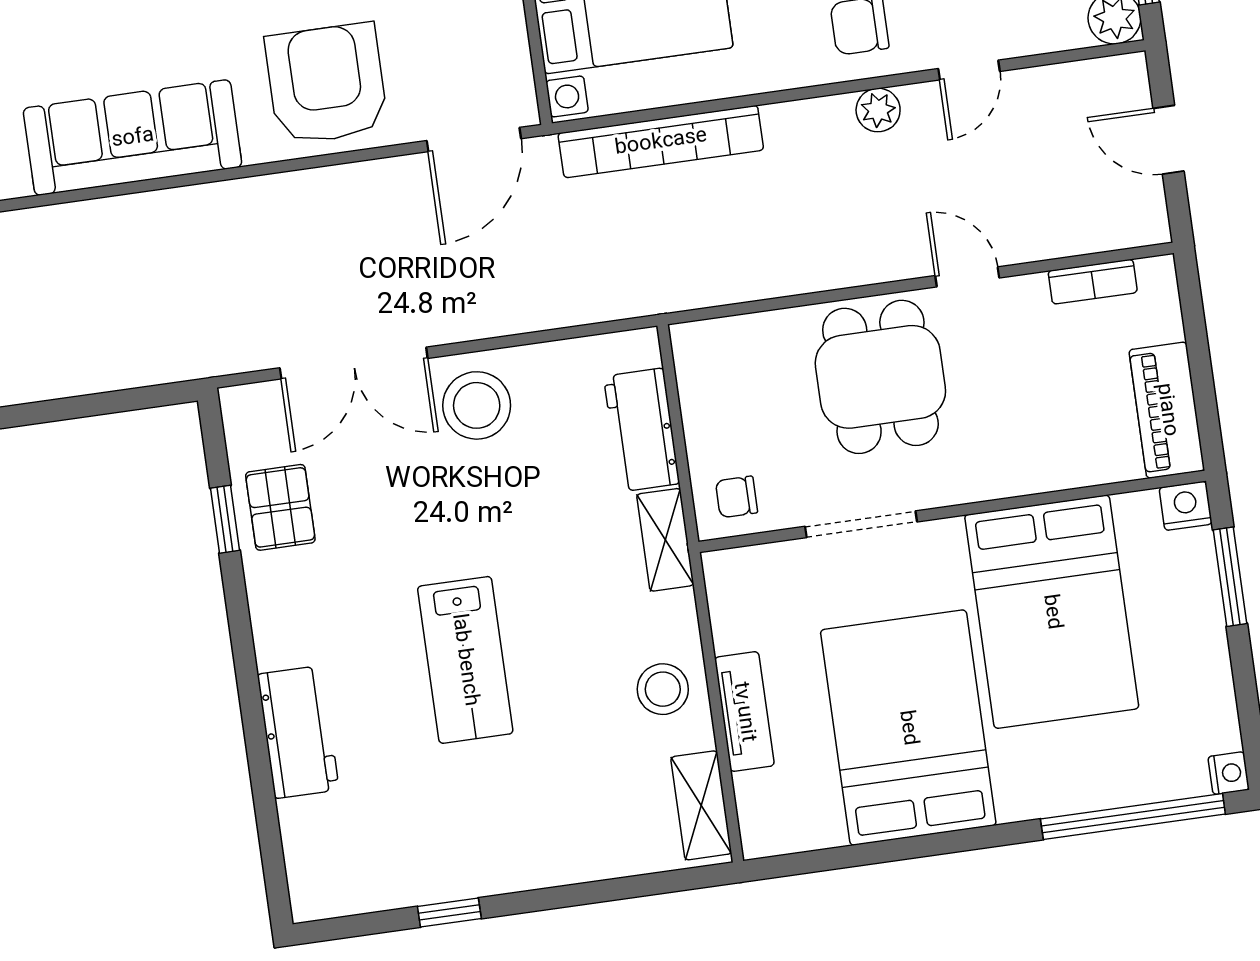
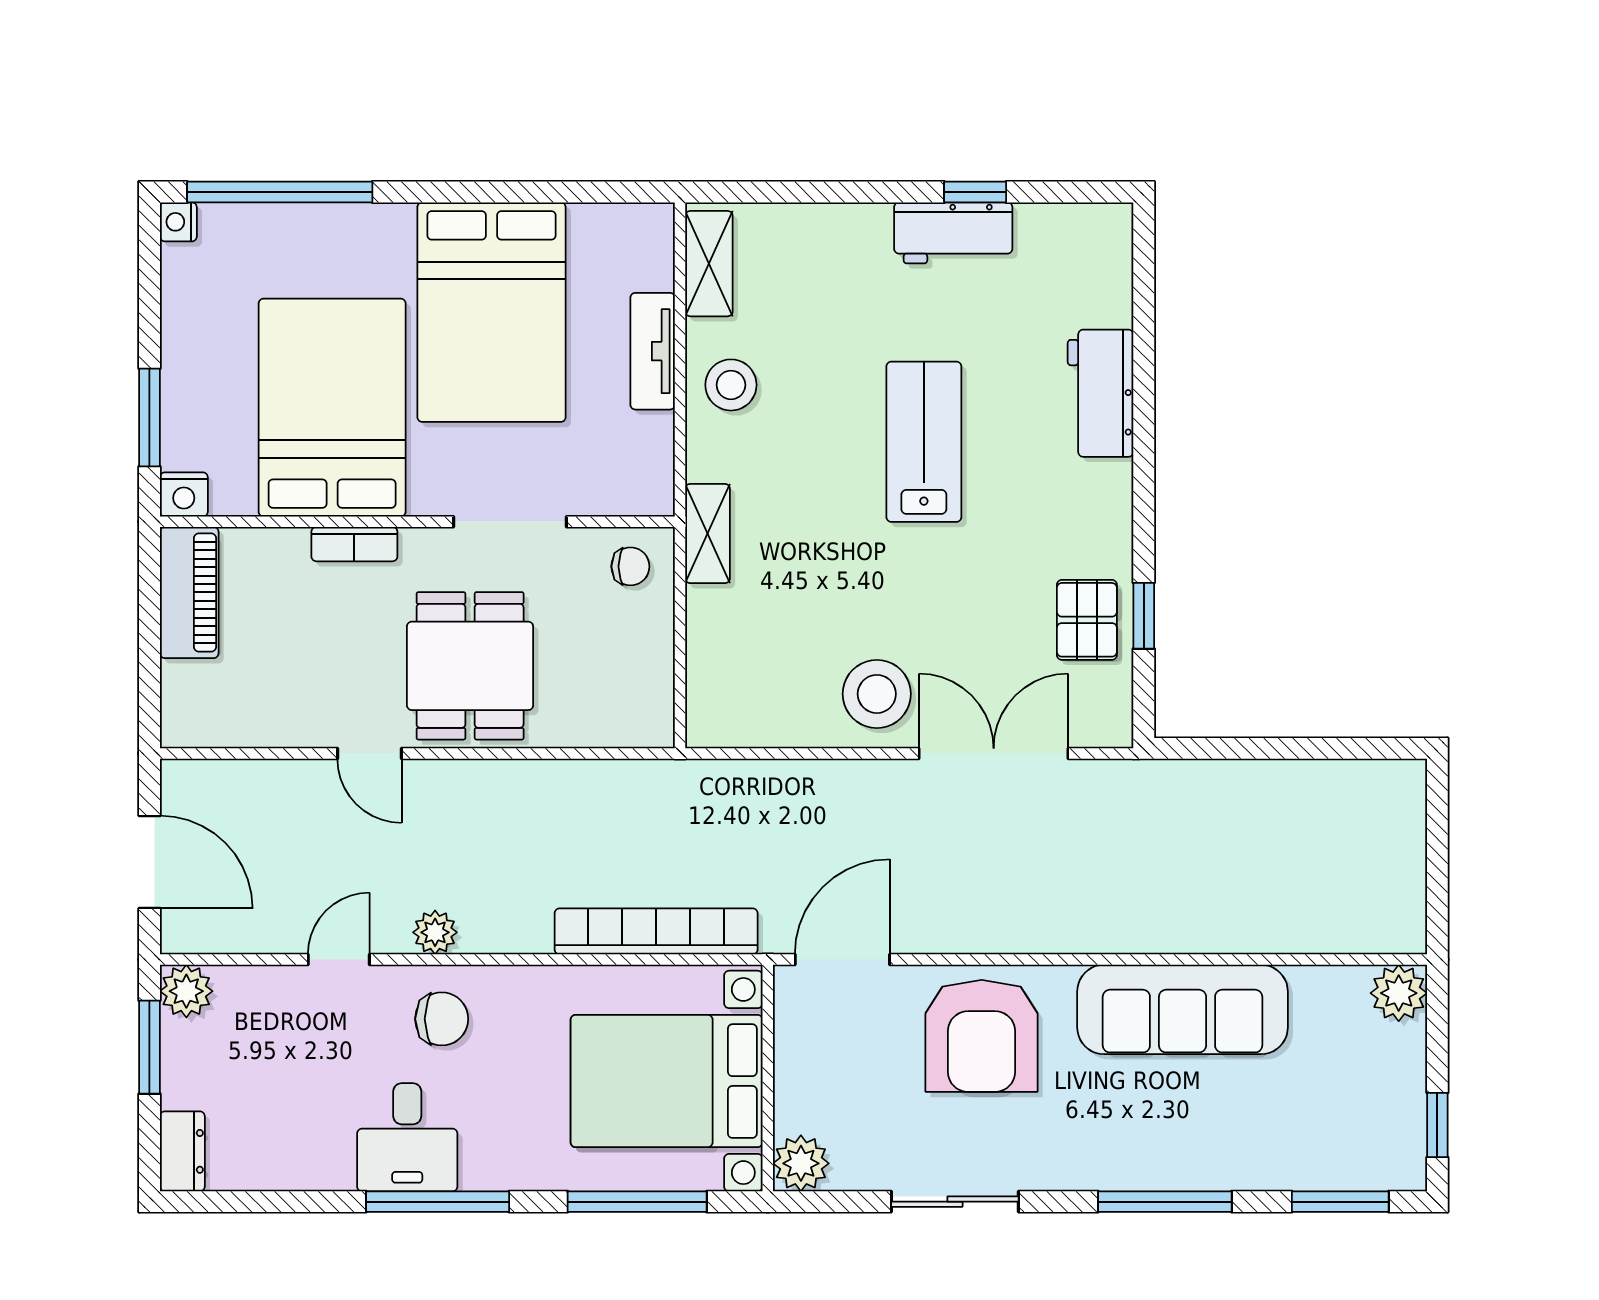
door: (1169, 140) -> (149, 862), width x1.38
bookcase: (1093, 282) -> (354, 544), moved, turned 180
workbench: (642, 430) -> (953, 233), moved, turned 90

